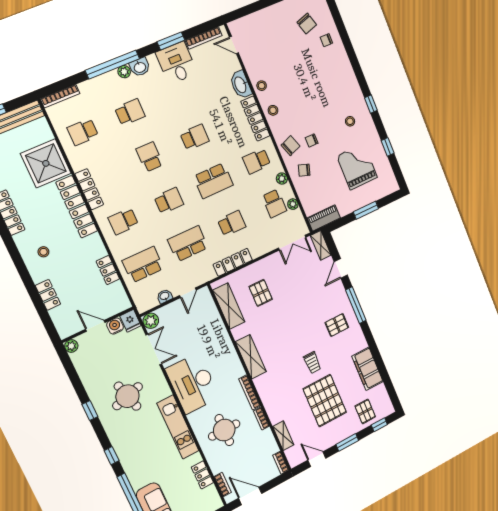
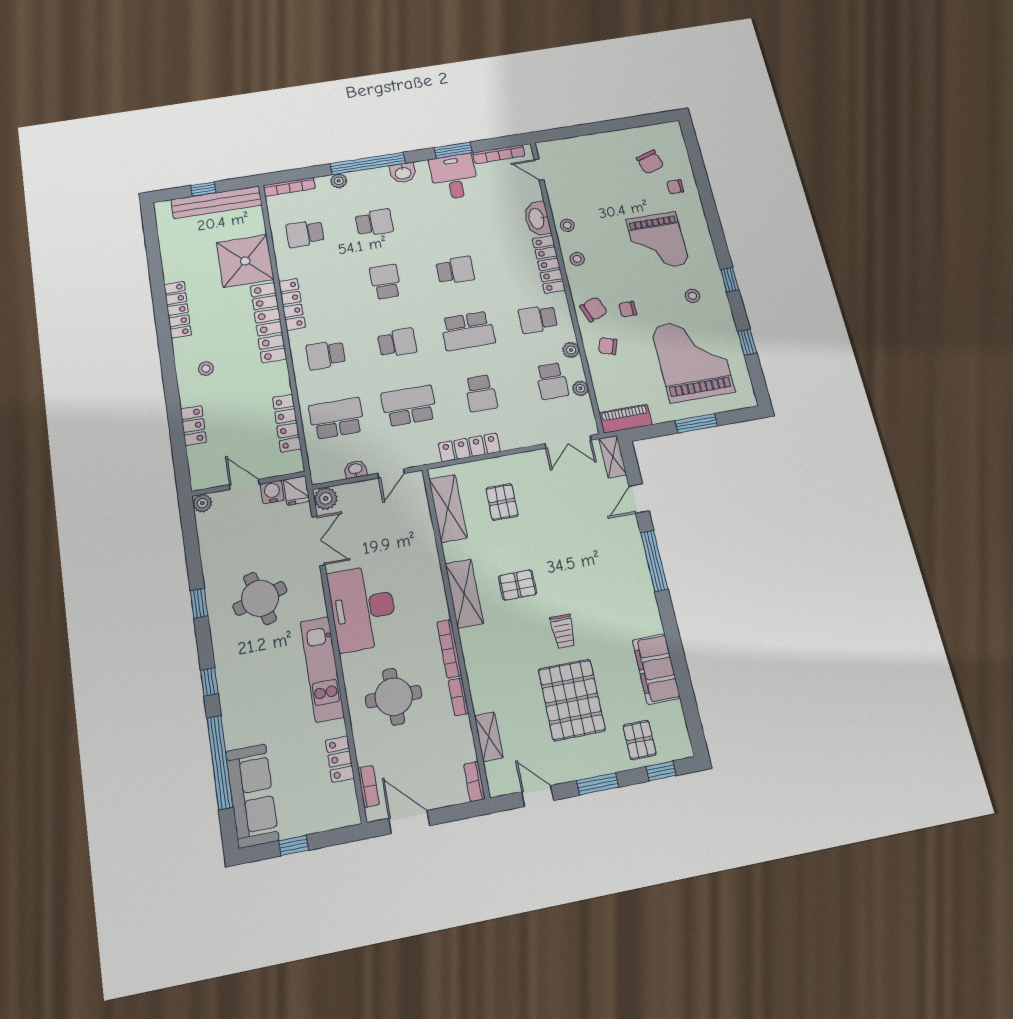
plant: (124, 72) -> (339, 181), moved
grand piano: (322, 86) -> (657, 242), added
grand piano: (357, 167) -> (693, 359), width x1.37, depth x1.48
school desk: (232, 223) -> (481, 393), turned 90
locker: (108, 270) -> (287, 423), width x1.53
pallet: (337, 325) -> (518, 585), moved

